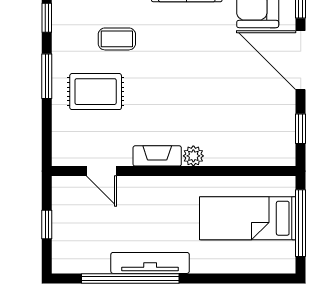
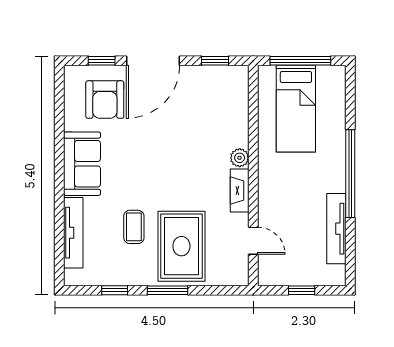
rug: (96, 92) -> (181, 246), width x1.36, depth x1.43
door: (102, 171) -> (253, 241), hinge flipped
tv unit: (150, 263) -> (336, 229), moved
window: (130, 278) -> (350, 174), moved

